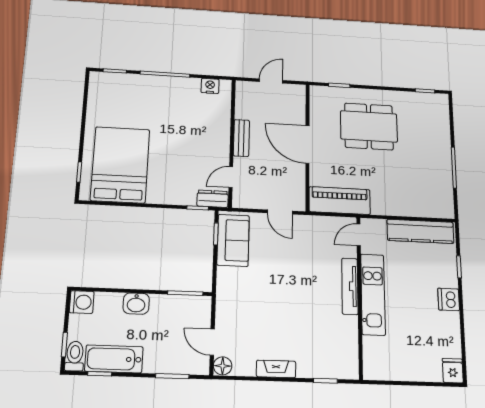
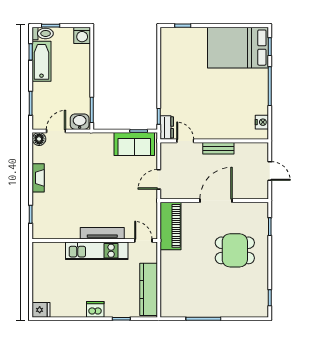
dining table: (369, 126) -> (235, 250), width x0.73
bed: (120, 165) -> (238, 48), moved, turned 180
washbasin: (136, 304) -> (80, 122), moved, turned 90

